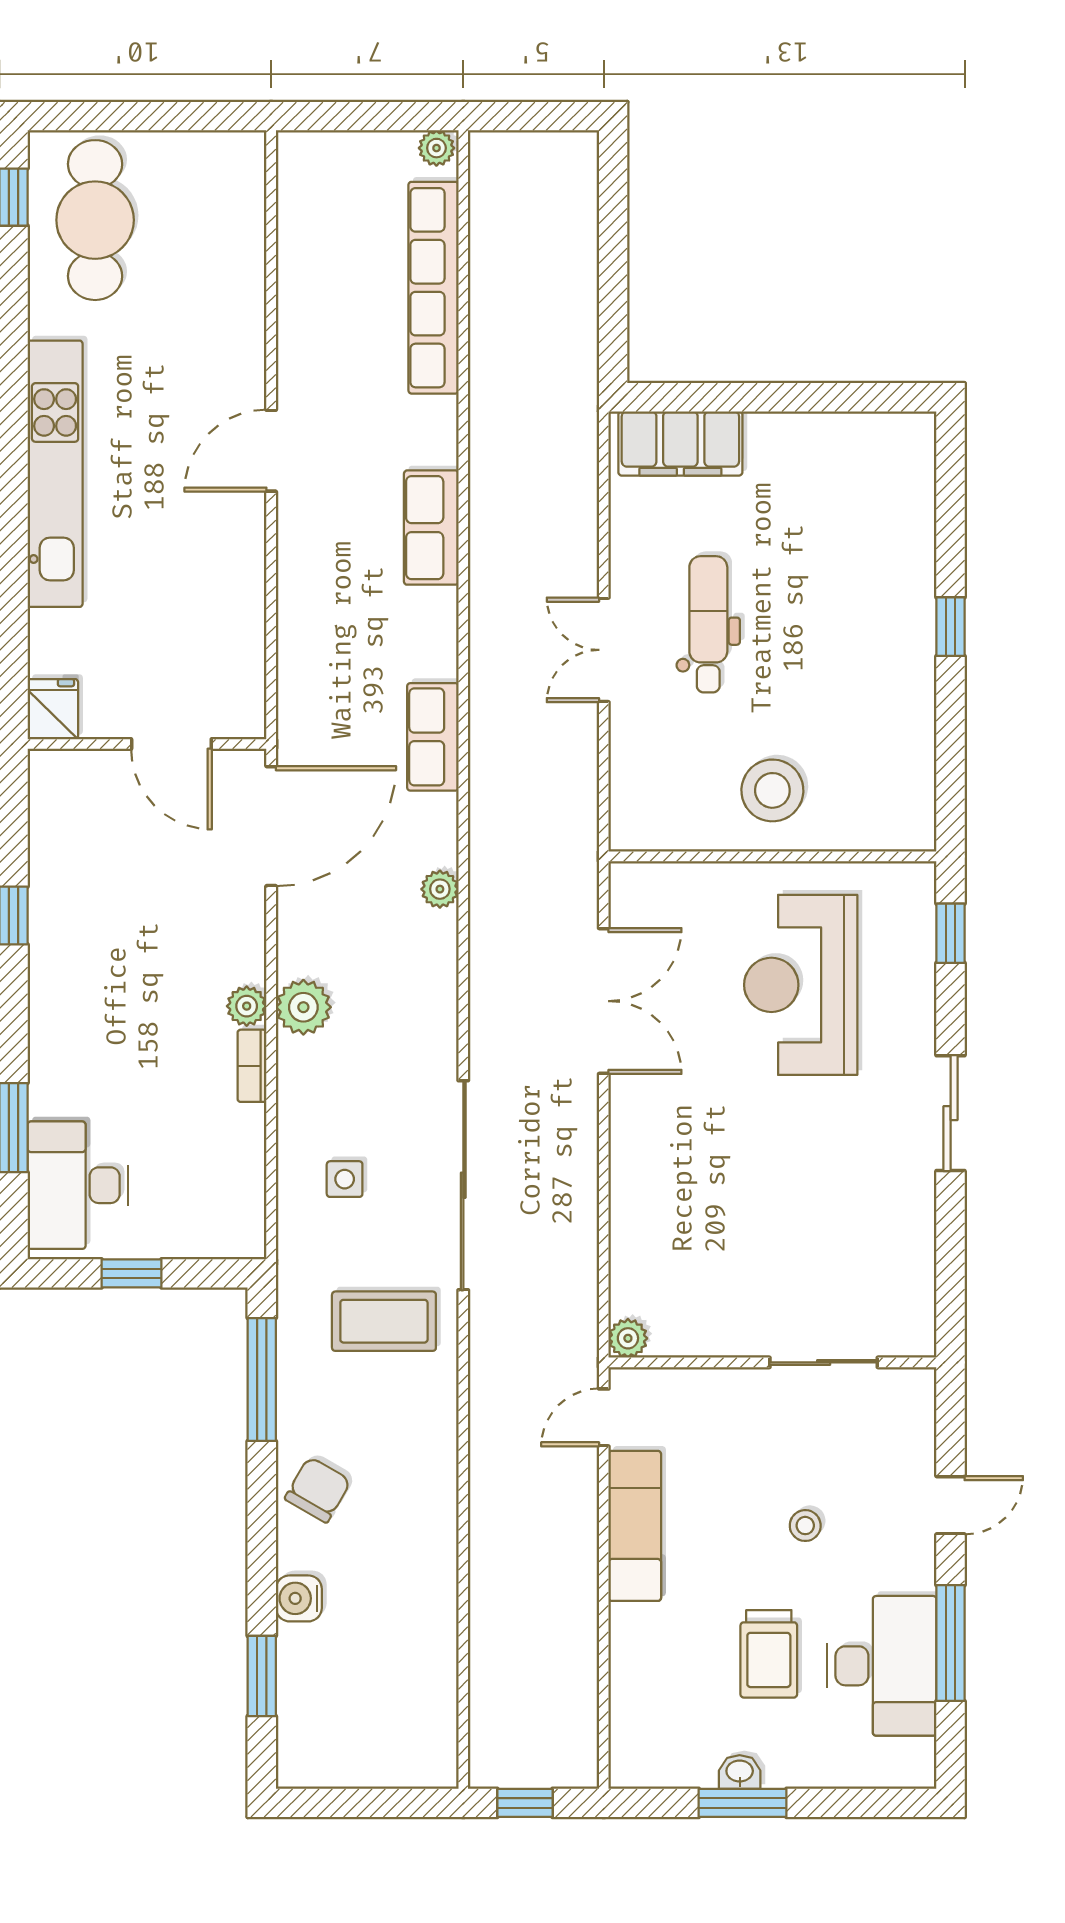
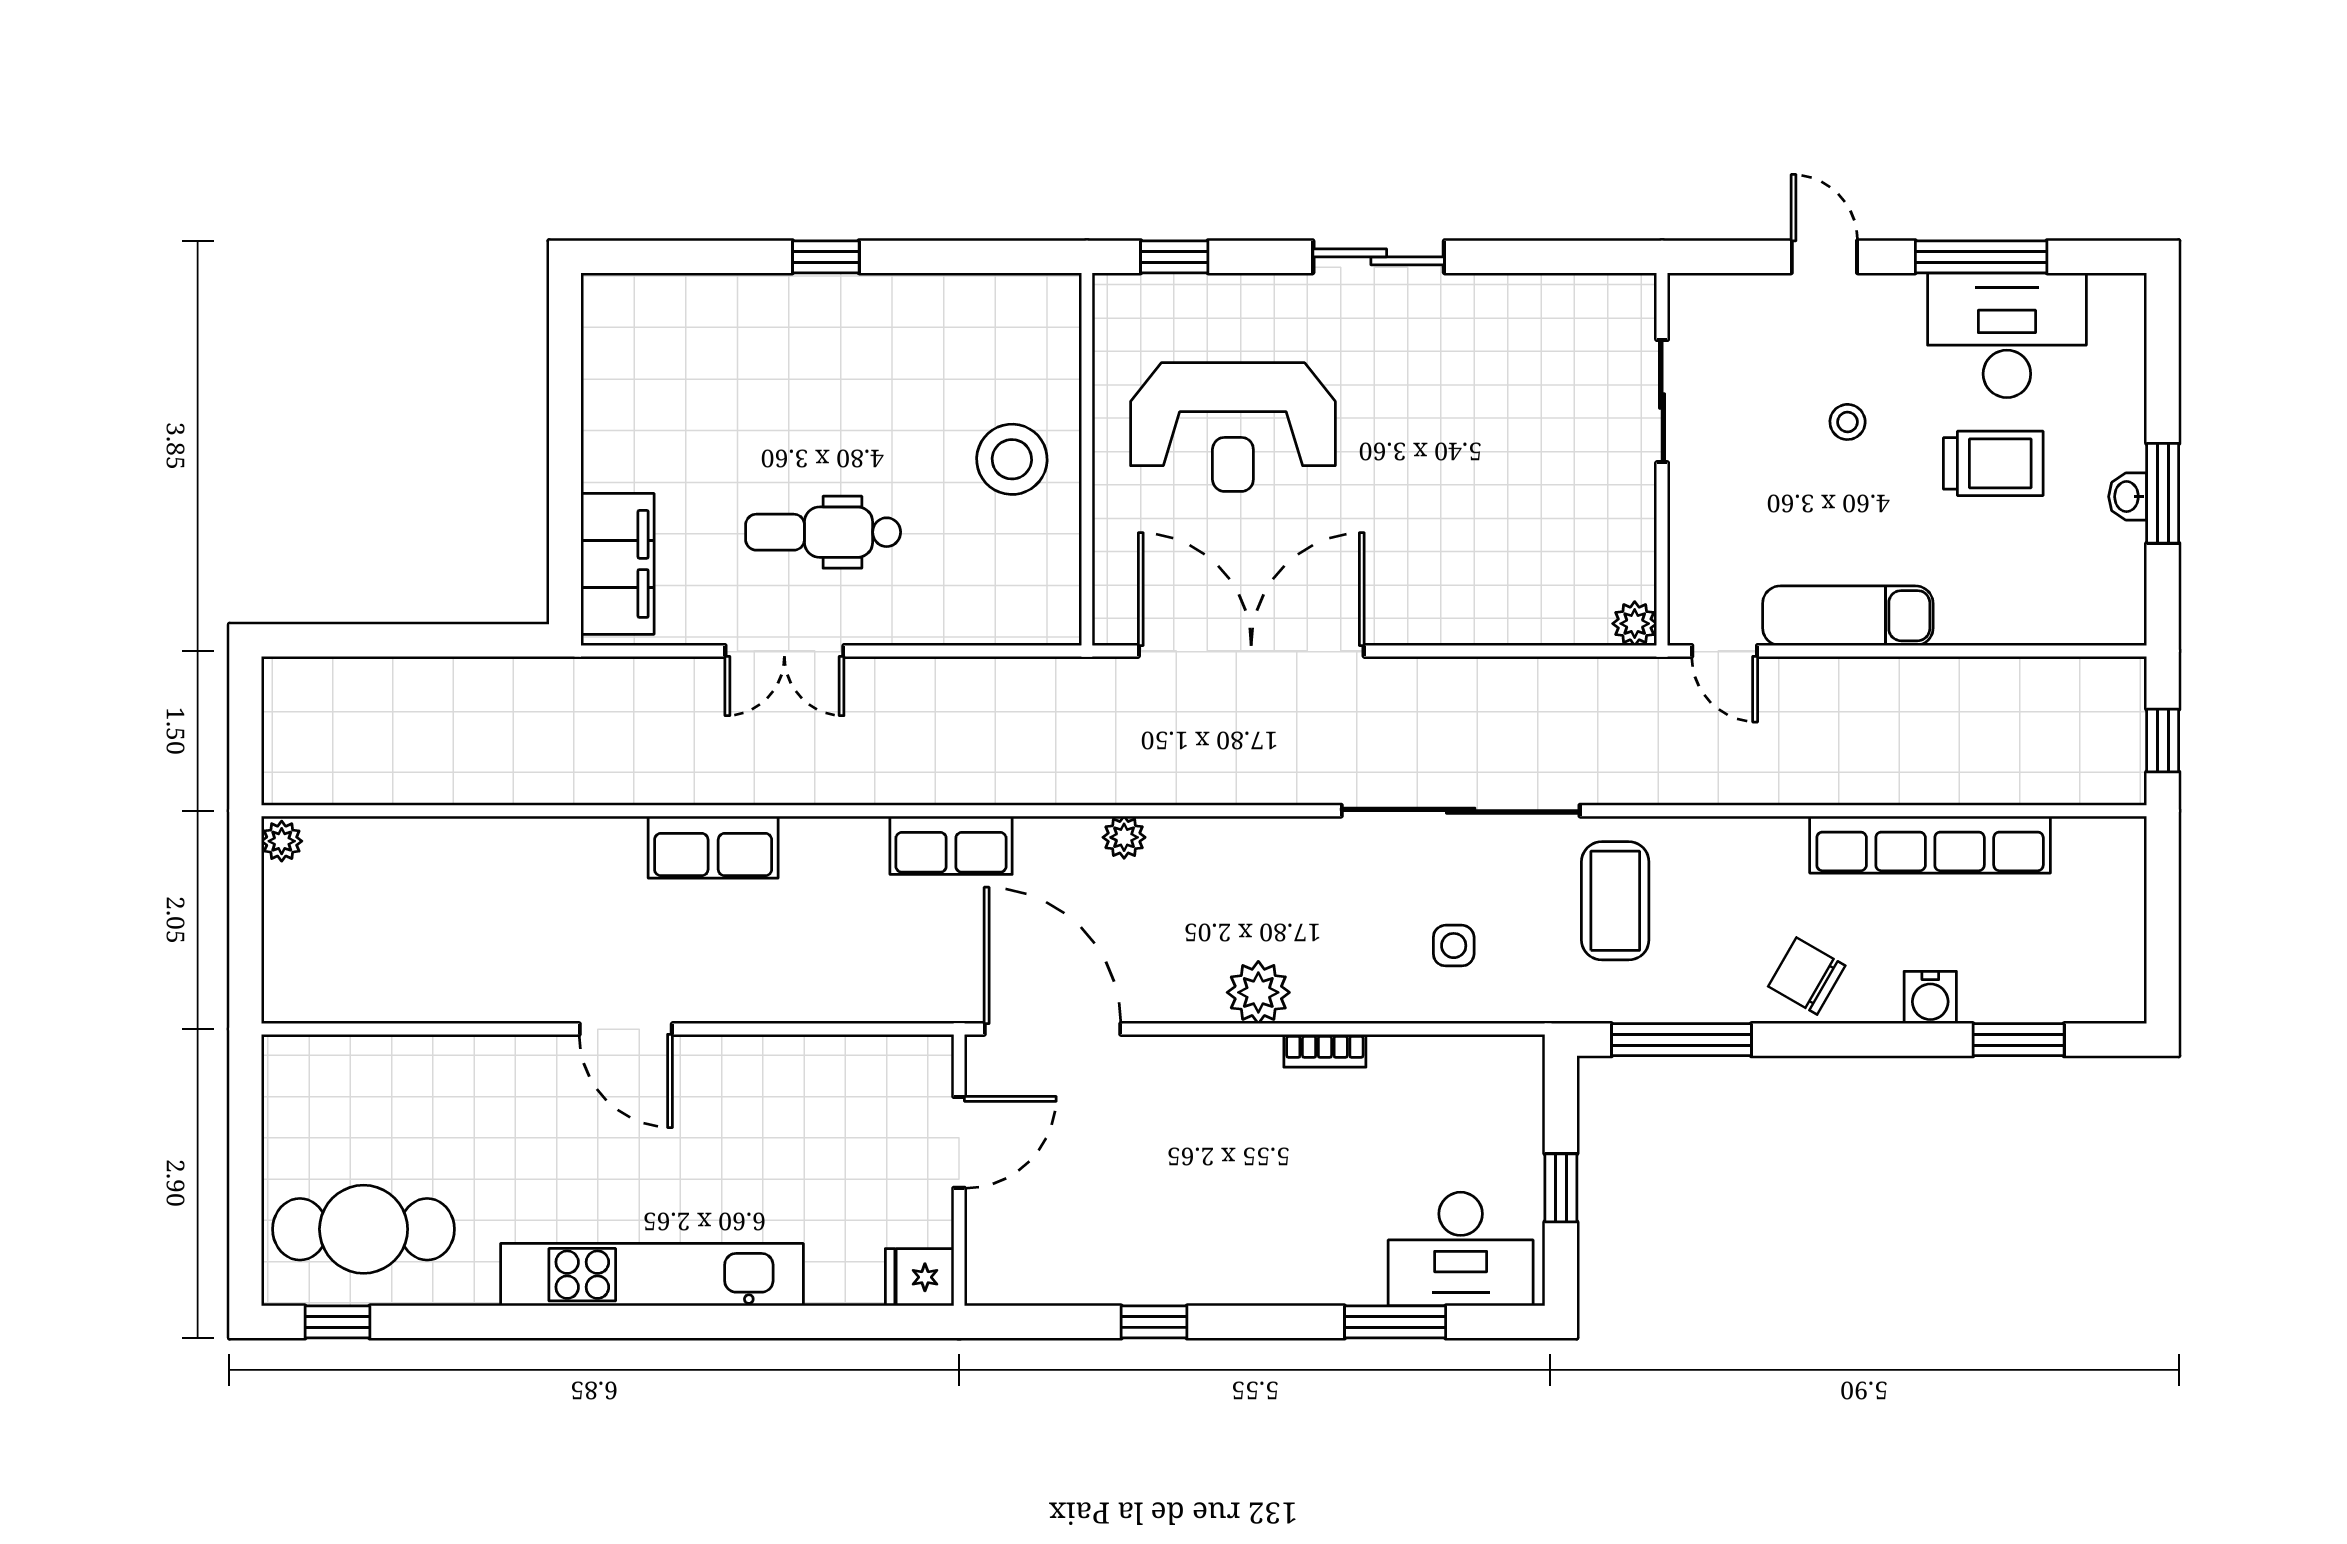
row of seats: (433, 288) -> (1930, 845), moved
double door: (604, 650) -> (784, 651), moved
double door: (604, 1001) -> (1251, 651), width x1.36
plant: (247, 1006) -> (1257, 1057), removed

